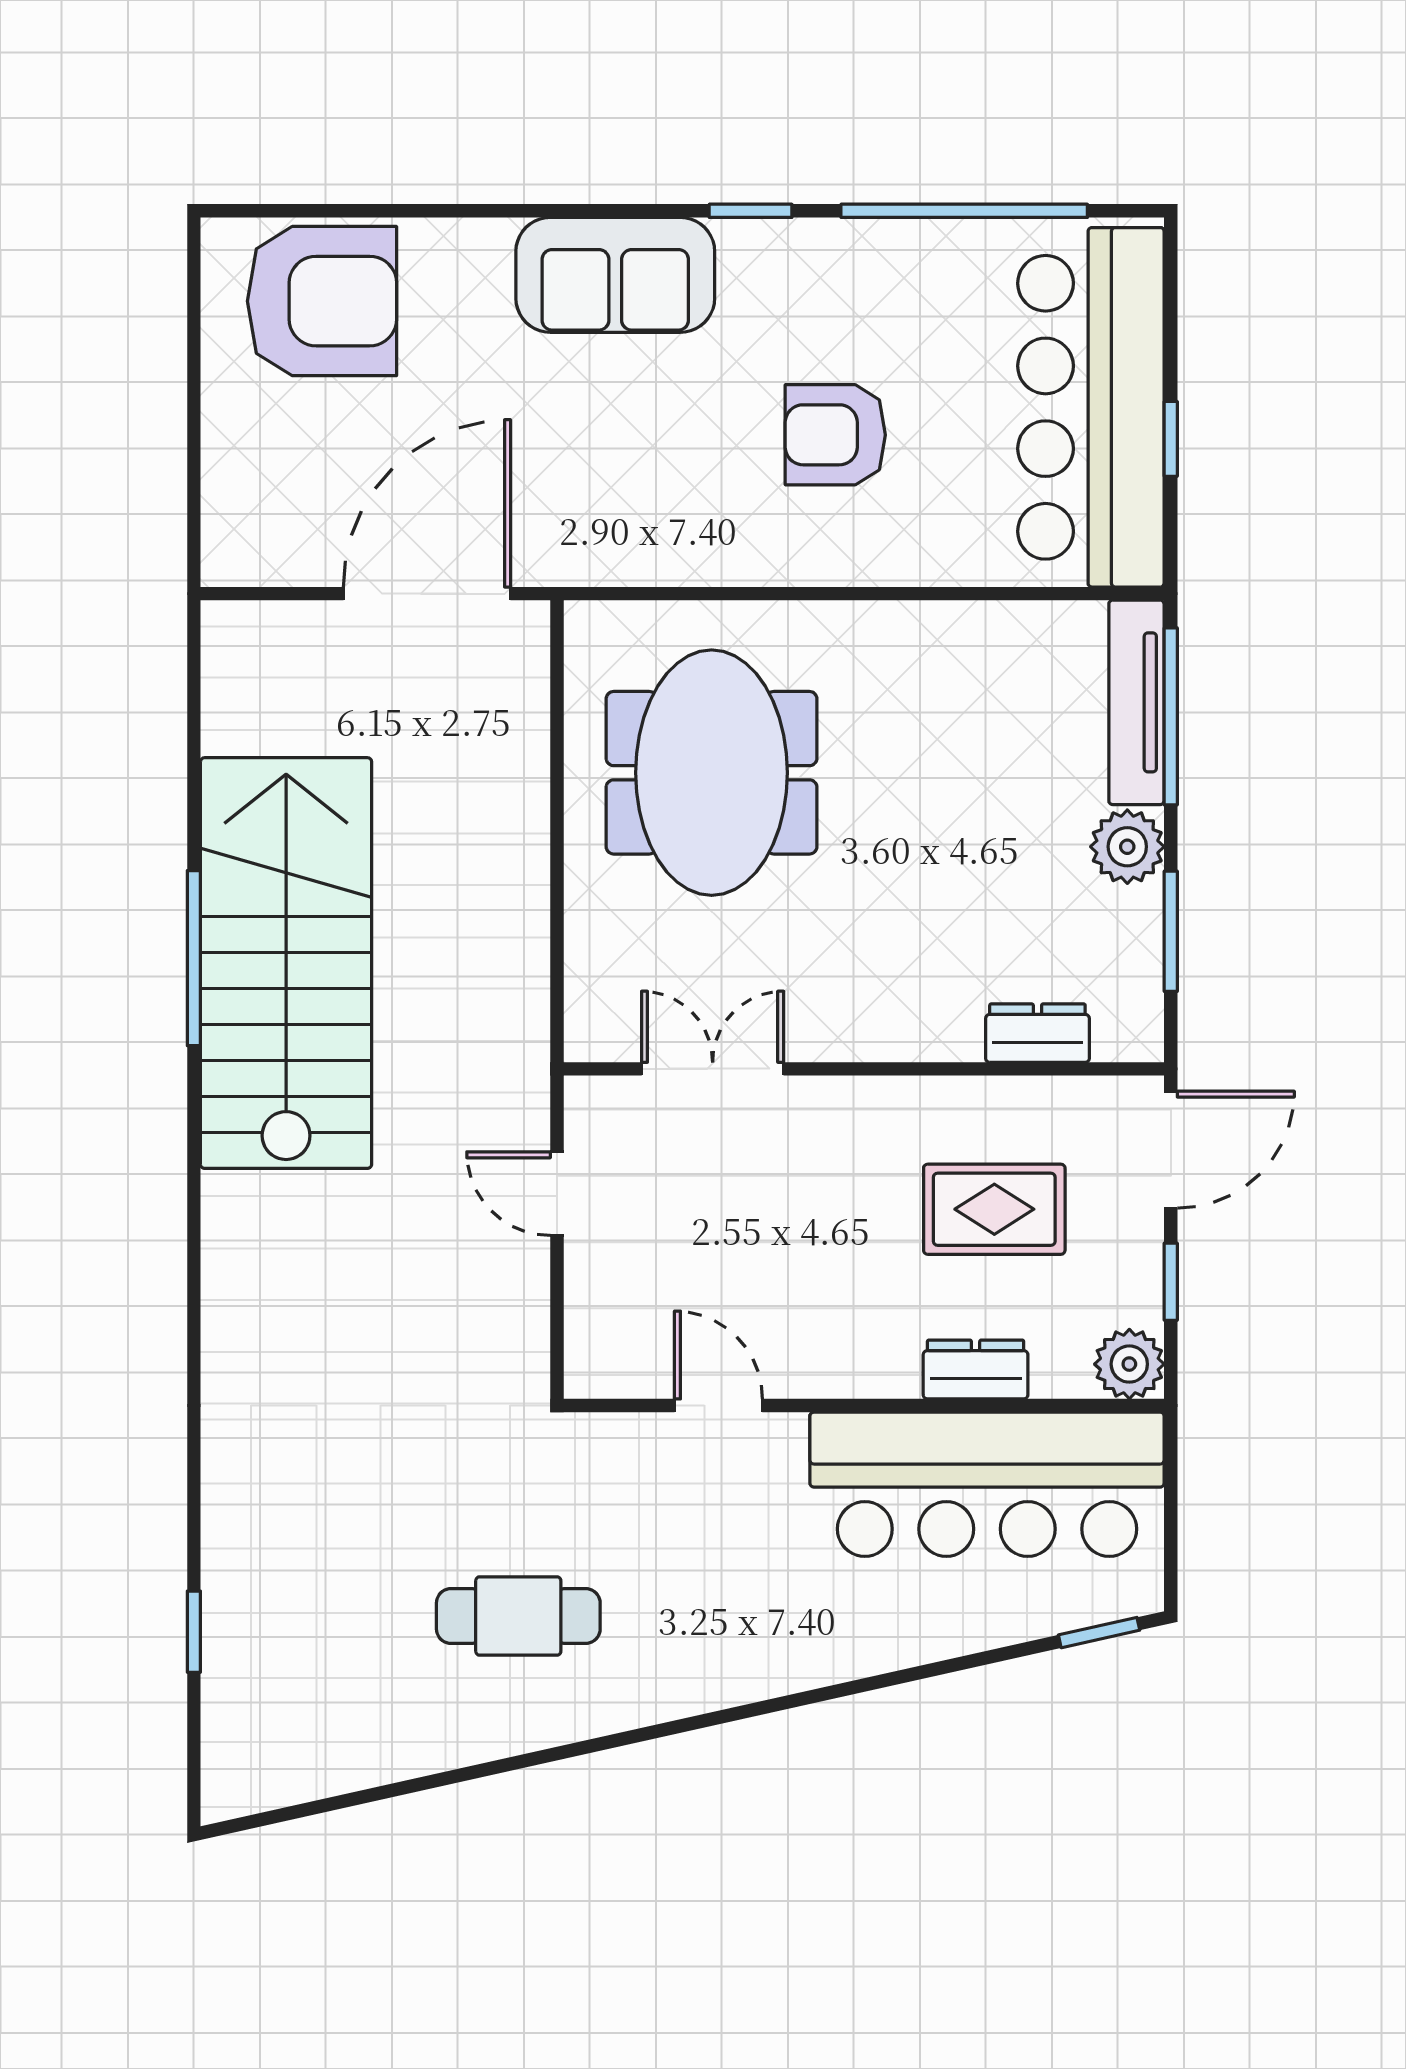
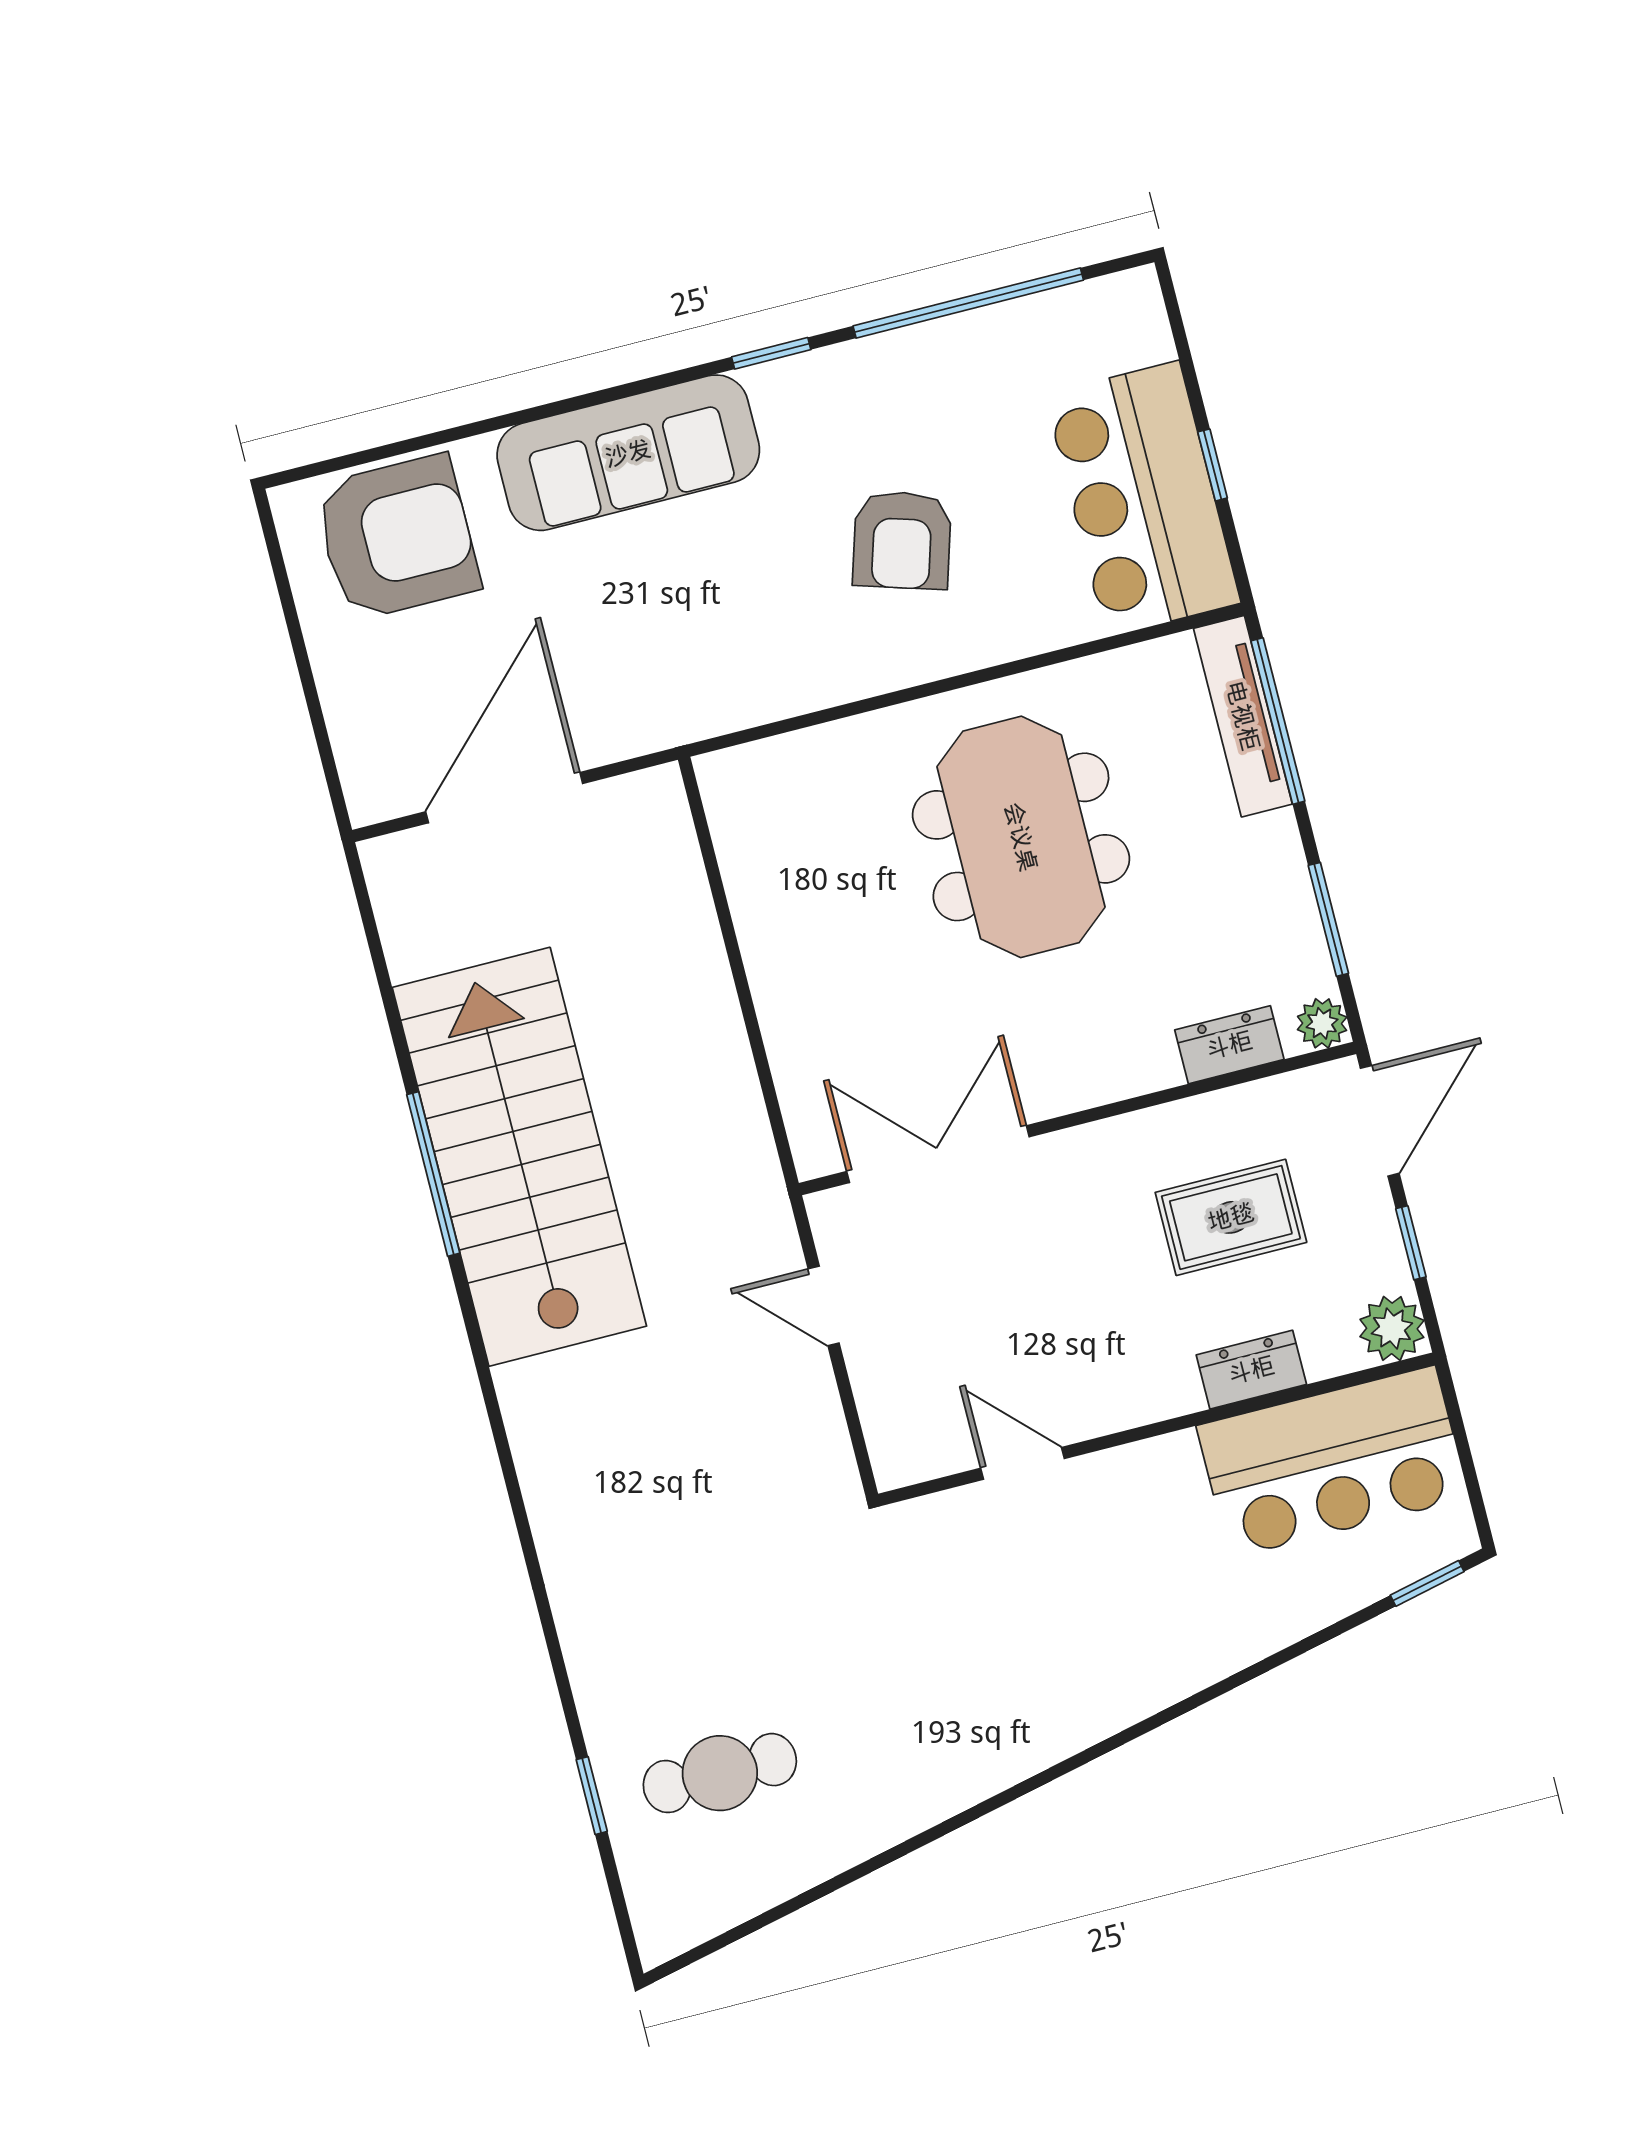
sofa: (615, 275) -> (628, 453), width x1.36
bar counter: (1091, 407) -> (1143, 499), width x0.73
armchair: (835, 435) -> (902, 540), turned -73
door: (427, 594) -> (504, 798), moved
meeting table: (712, 773) -> (1021, 837), moved
plant: (1127, 847) -> (1322, 1023), moved, width x0.73, depth x0.73
double door: (713, 1069) -> (938, 1154), width x1.37
bar counter: (987, 1484) -> (1333, 1462), width x0.73
cafe table: (518, 1616) -> (720, 1773), moved

